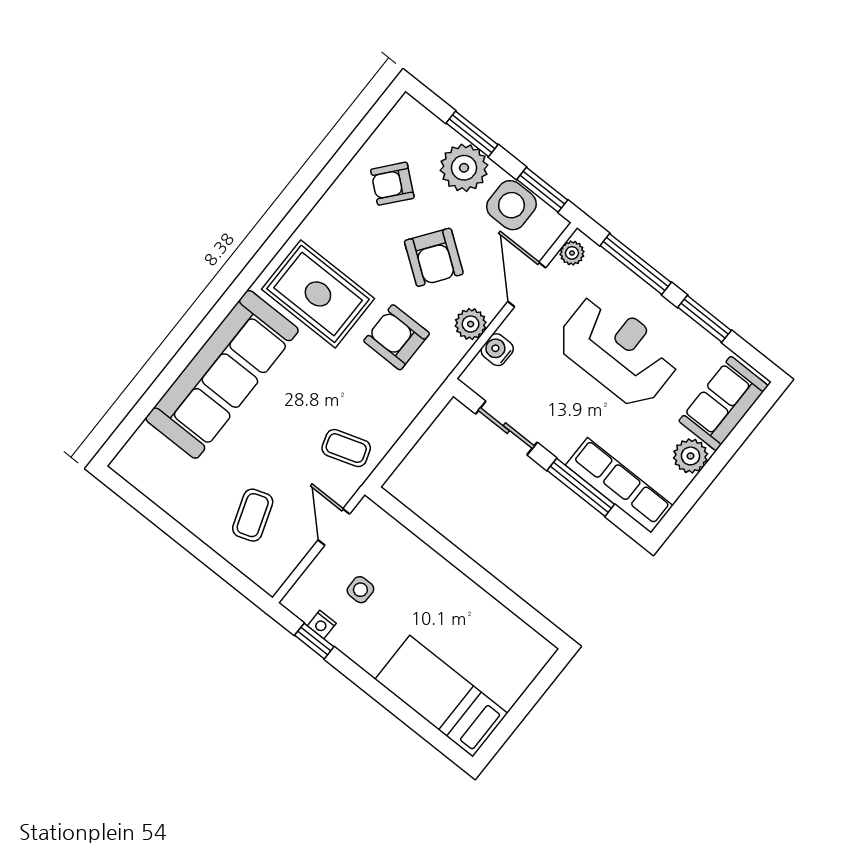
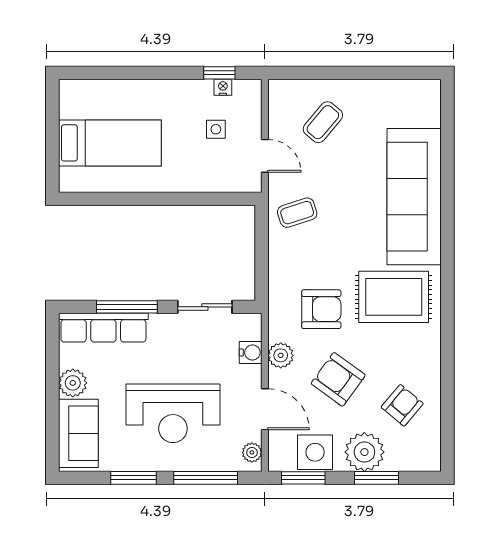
coffee table: (253, 515) -> (323, 122), turned 59
bed: (441, 696) -> (110, 143), moved

